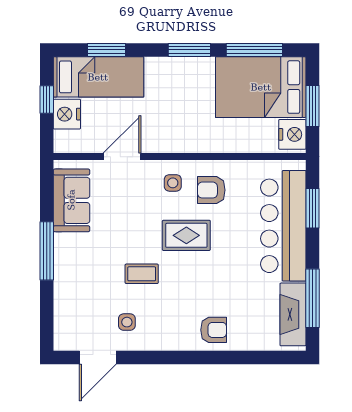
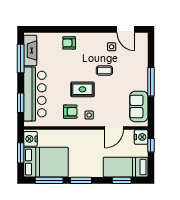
window: (47, 100) -> (151, 145), moved
nightstand: (67, 114) -> (141, 137), moved
door: (98, 358) -> (126, 29), swing flipped

